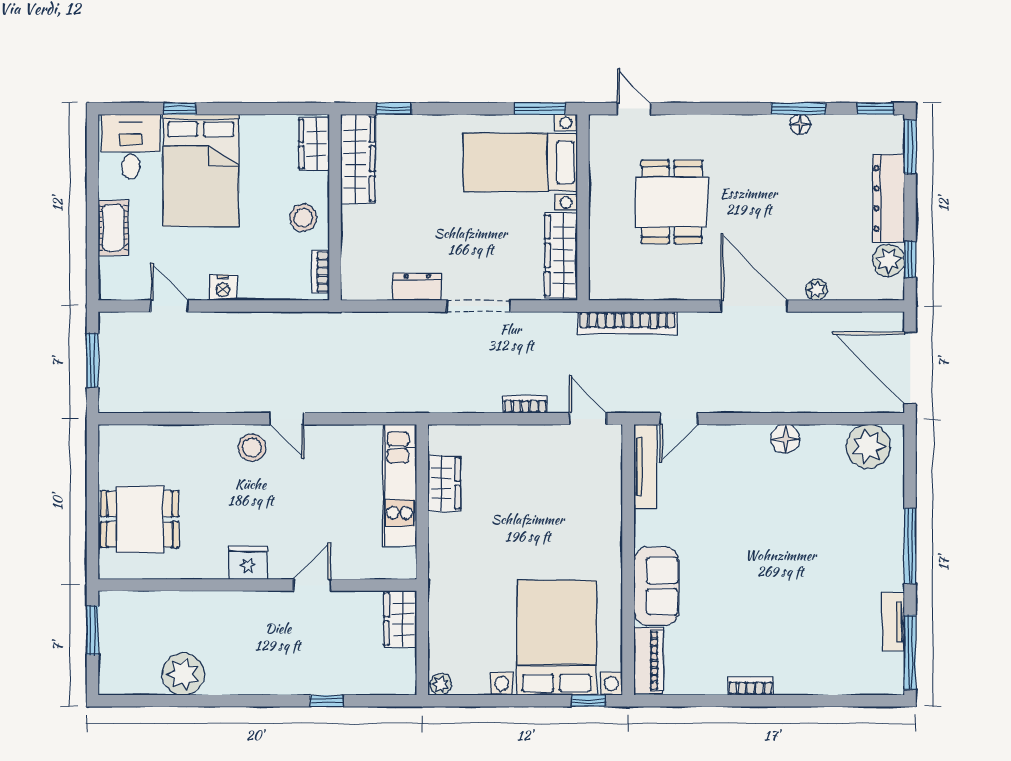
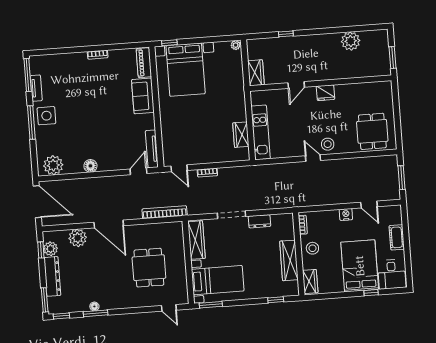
wardrobe: (358, 159) -> (289, 260), moved
plant: (816, 290) -> (78, 238), width x1.88, depth x1.88
dining table: (140, 519) -> (372, 131), moved, turned 90
side table: (875, 558) -> (46, 116), added

